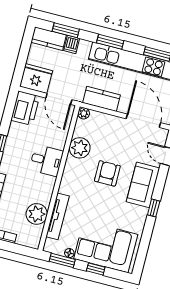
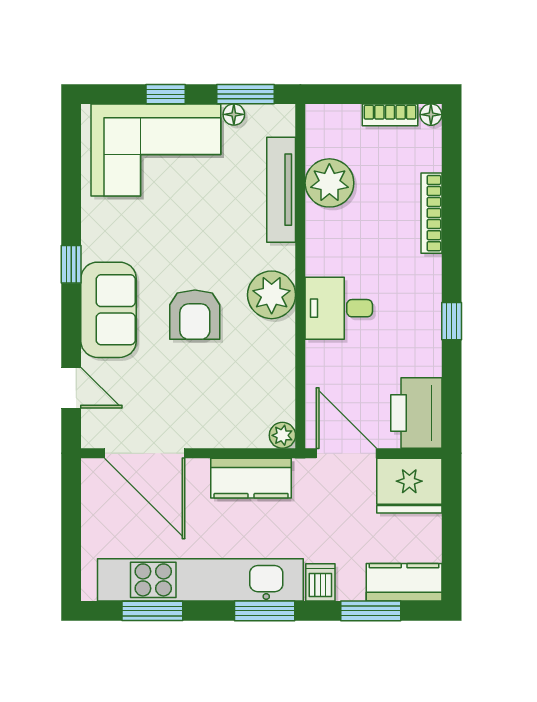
dishwasher: (72, 44) -> (320, 582), moved
plant: (80, 148) -> (272, 295), moved

